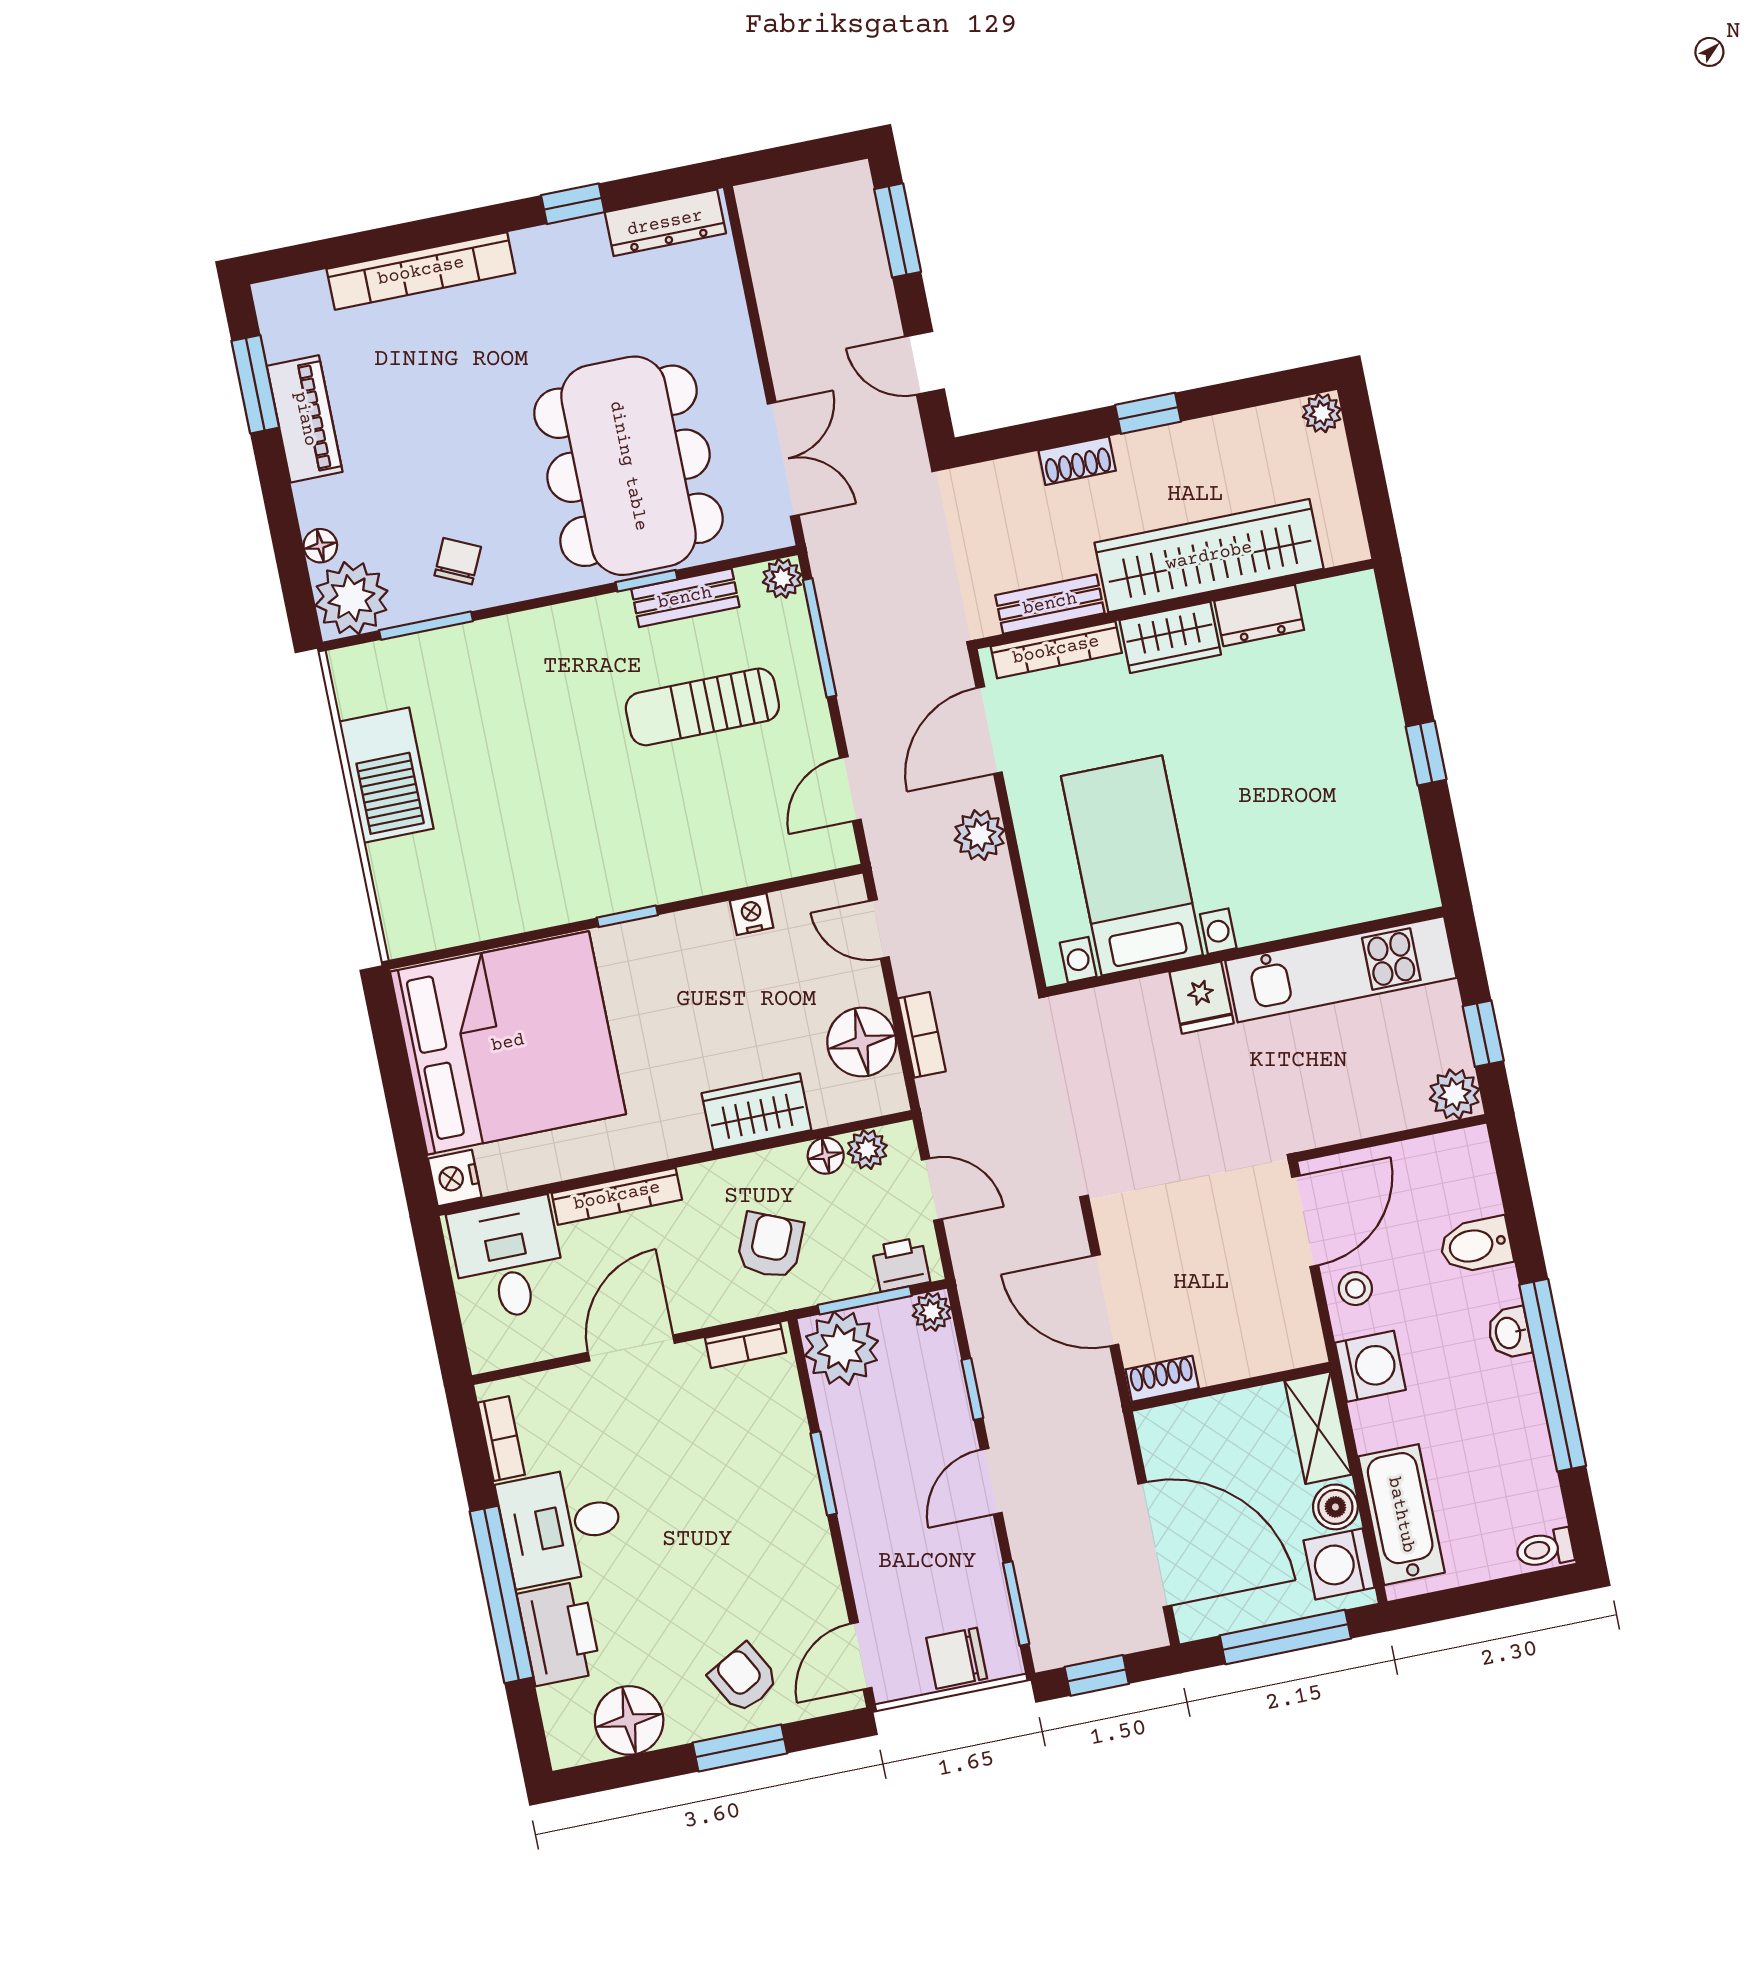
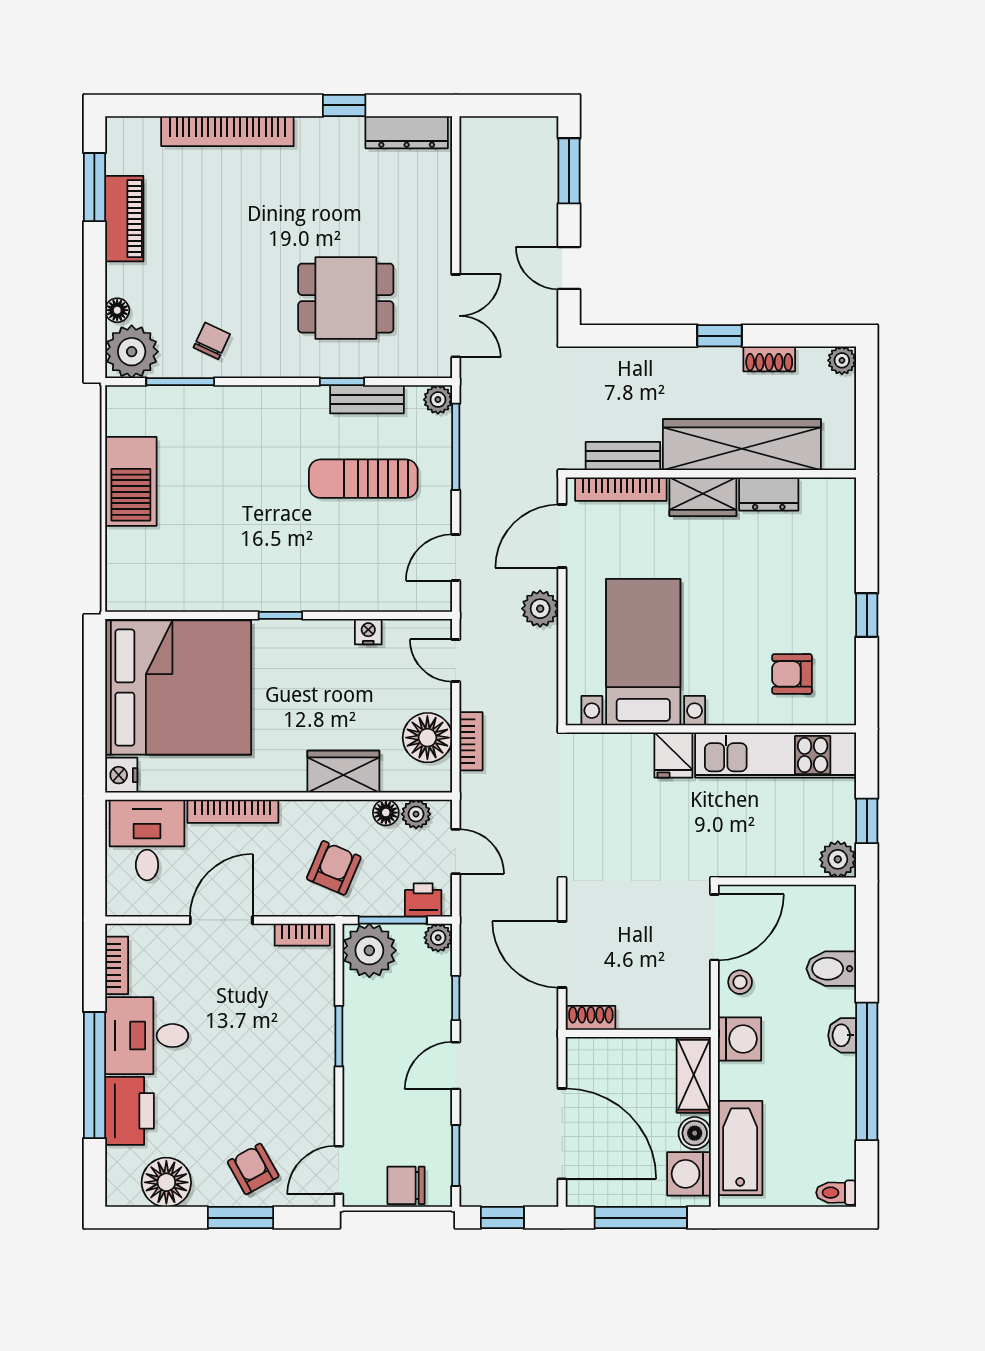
shoe rack: (1077, 461) -> (769, 359), moved
dining table: (628, 466) -> (346, 298), width x0.53, depth x0.80
armchair: (1341, 854) -> (792, 674), added

